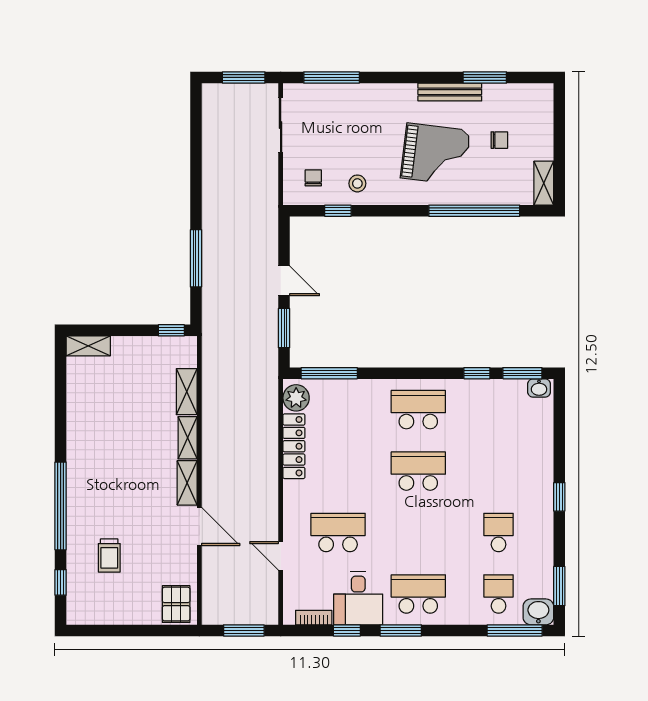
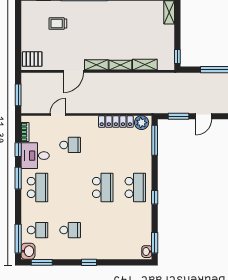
window: (477, 373) -> (155, 197), moved
school desk: (338, 533) -> (70, 145), width x0.54

